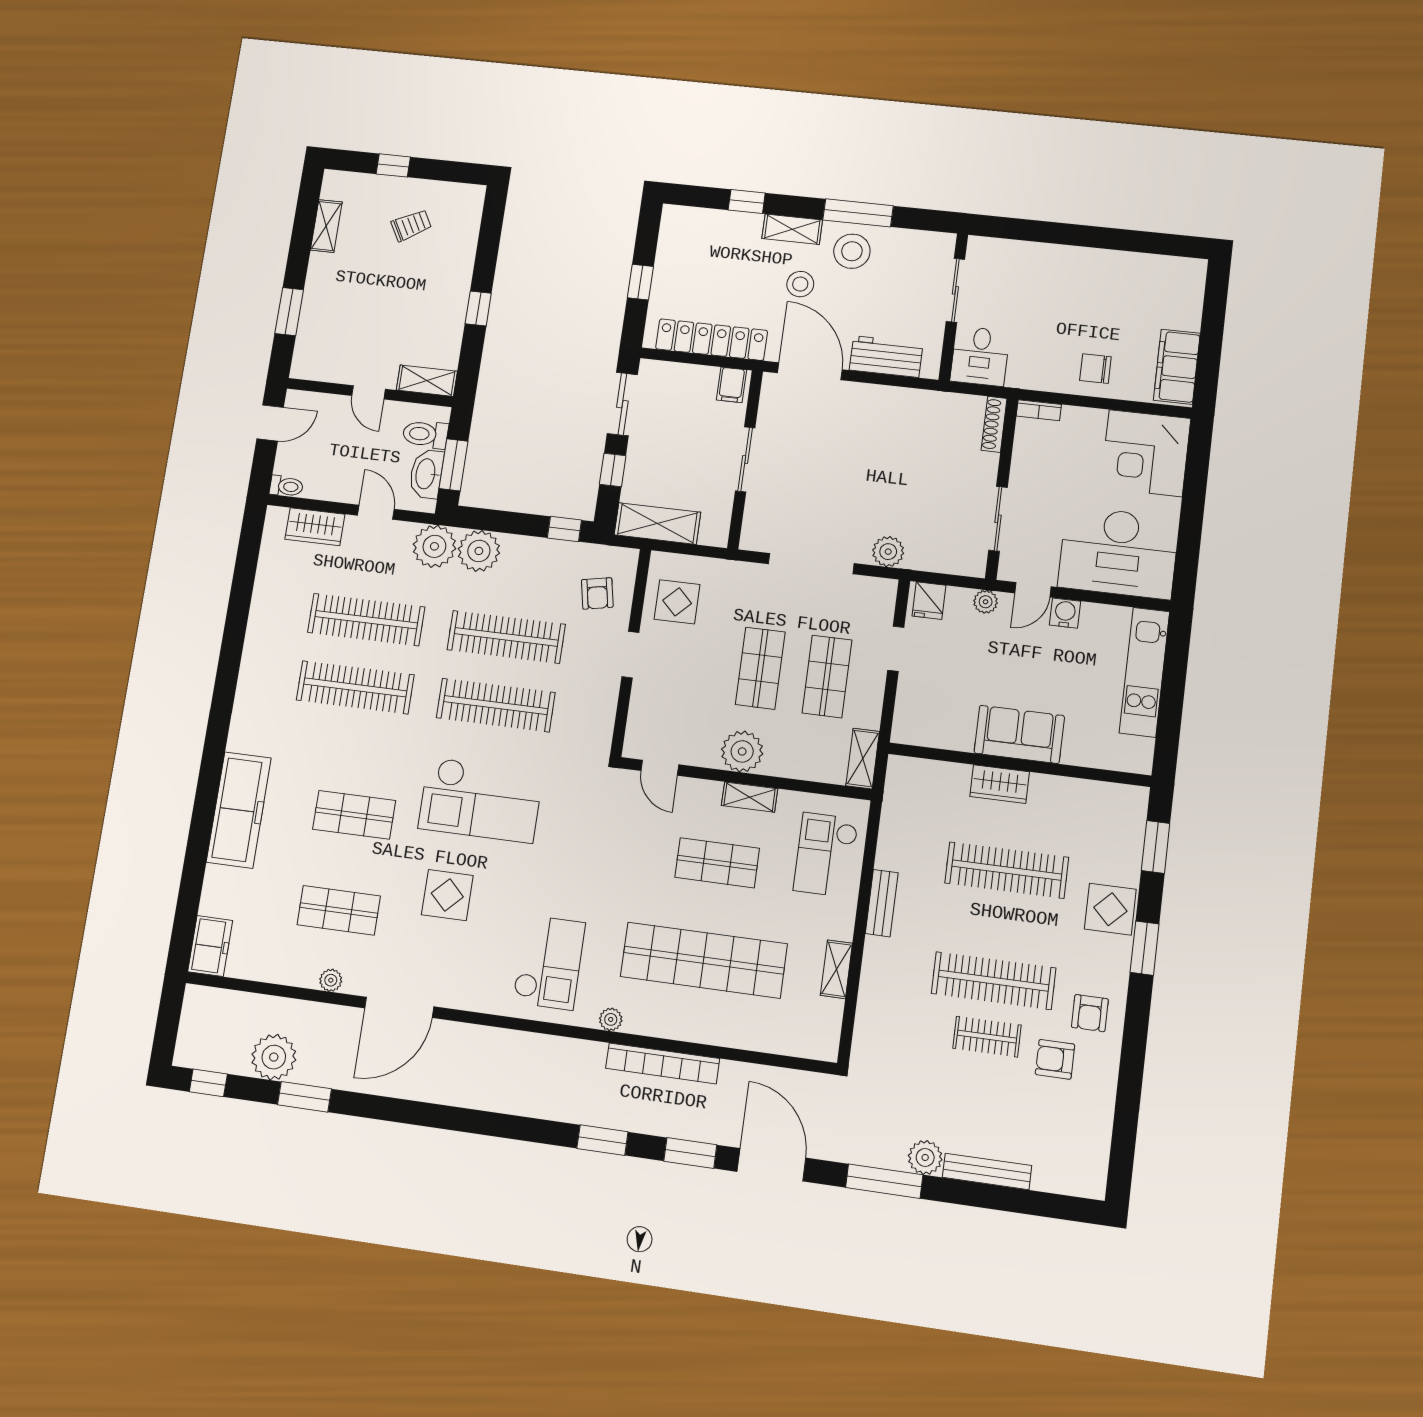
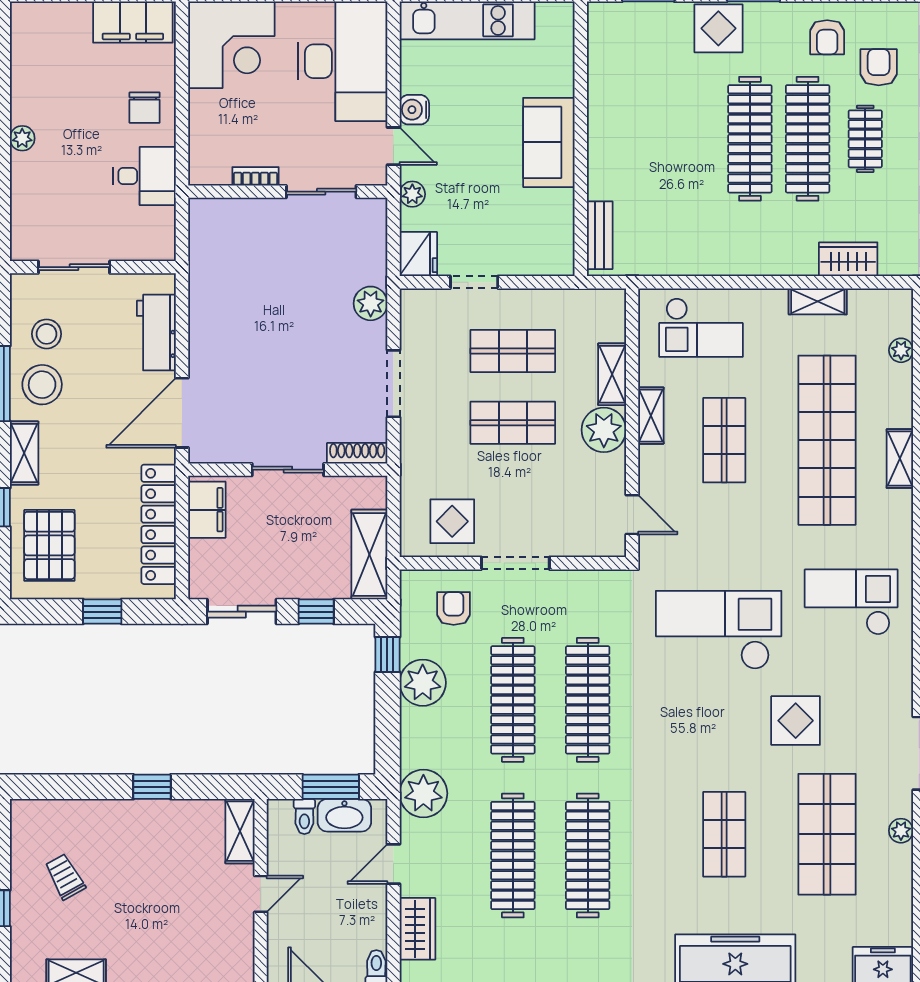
pallet: (706, 243) -> (49, 545), added
plant: (1080, 257) -> (22, 138), added
stool: (800, 284) -> (47, 334), moved
desk: (980, 356) -> (145, 176), moved
filing cabinet: (731, 385) -> (207, 510), width x2.00
bookcase: (1039, 410) -> (255, 176), moved, turned -90
shoe rack: (994, 424) -> (357, 453), moved, turned 180
toilet: (425, 434) -> (304, 816), width x0.73, depth x0.72
plant: (479, 551) -> (423, 683), moved
doorway: (811, 564) -> (393, 384), width x0.73
armchair: (597, 593) -> (454, 608), turned -79
fridge: (929, 601) -> (418, 254), width x1.38
doorway: (630, 655) -> (515, 563), width x1.38
shelving: (863, 759) -> (612, 374), moved, turned 90
door: (660, 768) -> (632, 515), hinge flipped
wardrobe: (1000, 784) -> (848, 259), moved, turned -90
checkout: (481, 800) -> (719, 630), moved, turned -90
clothes rail: (1007, 870) -> (750, 139), moved
bench: (882, 903) -> (600, 235), moved, turned 90
shop shelf: (339, 910) -> (827, 834), width x1.43, depth x1.36
armchair: (1090, 1013) -> (827, 37), turned 90
plant: (611, 1019) -> (901, 350), moved
shelving: (677, 1028) -> (900, 459), added
armchair: (1055, 1059) -> (879, 67), turned 180

